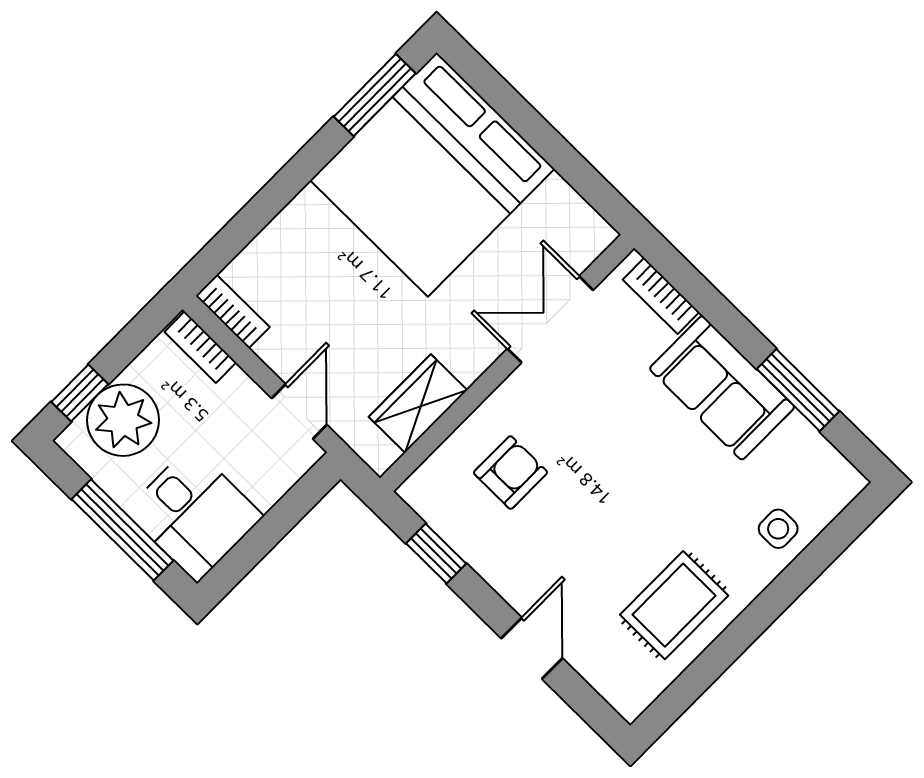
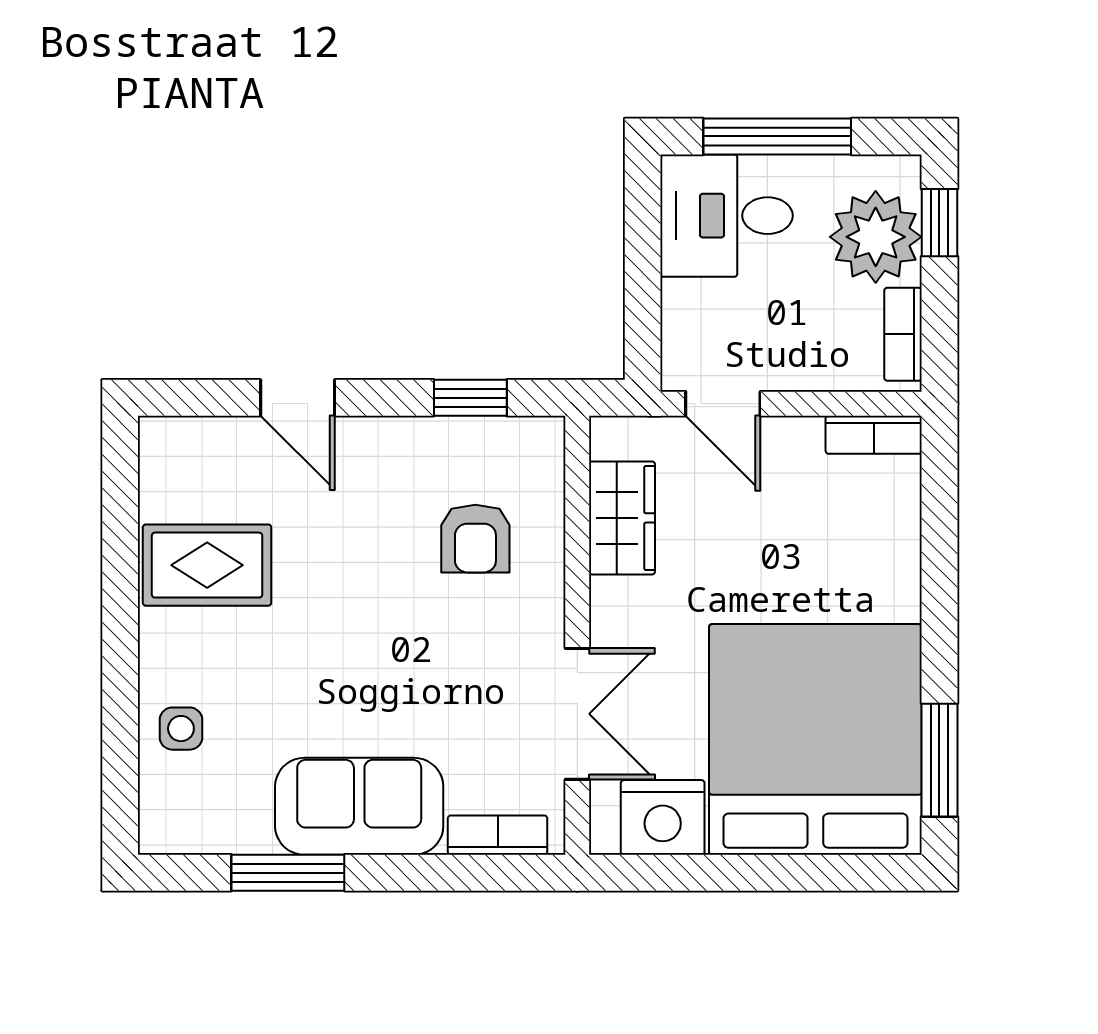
nightstand: (560, 215) -> (663, 817), added
bookcase: (200, 347) -> (903, 334), moved, turned -90
rug: (674, 605) -> (207, 565), turned 90

